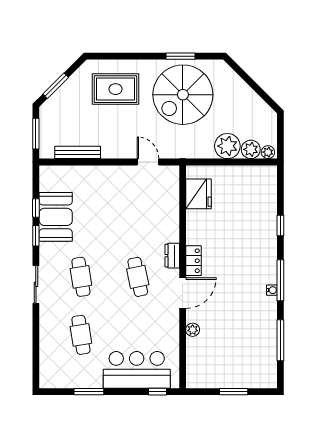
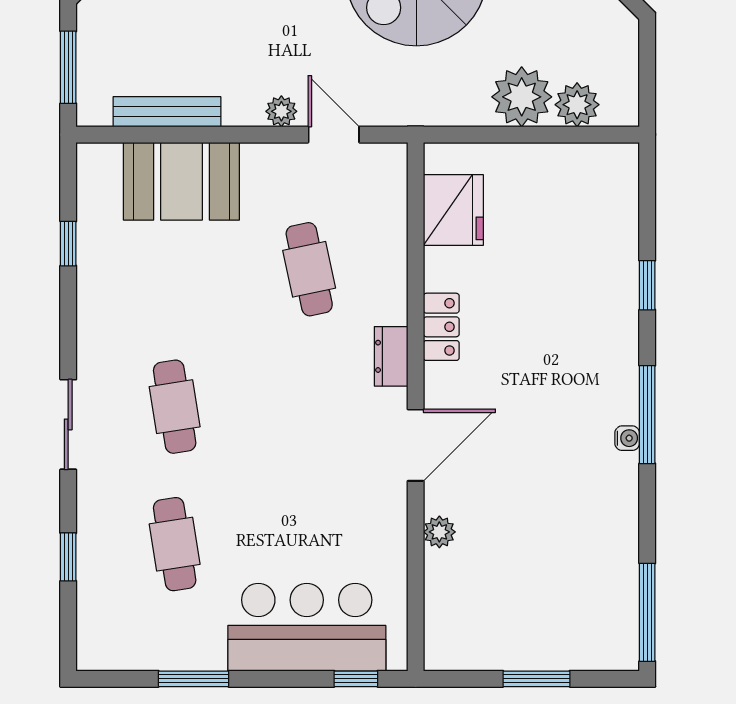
plant: (268, 152) -> (281, 111), moved
booth: (56, 217) -> (181, 181), moved, turned 90
window: (36, 236) -> (68, 557), moved
locker: (193, 261) -> (441, 327), moved
cafe table: (138, 277) -> (309, 269), moved
window: (280, 340) -> (647, 612), moved

